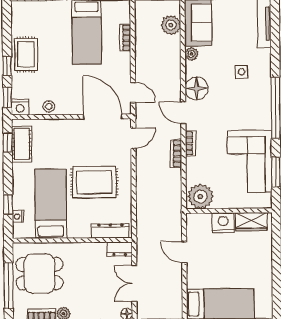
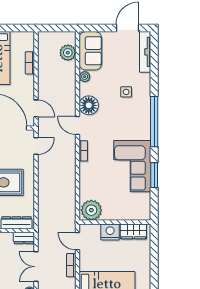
bookcase: (176, 154) -> (71, 265), moved
plant: (200, 197) -> (91, 210), moved
wall: (229, 211) -> (115, 222), moved
wardrobe: (251, 222) -> (133, 231), moved
nightstand: (223, 223) -> (110, 232), moved

